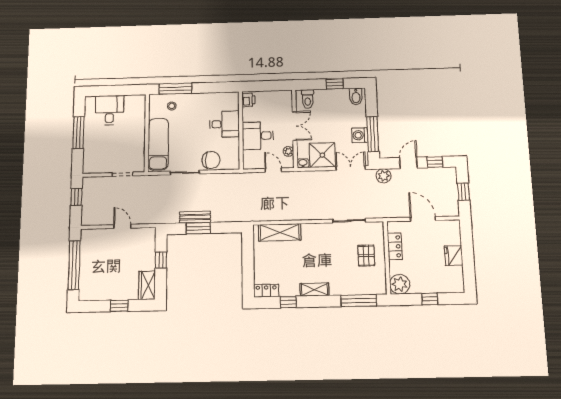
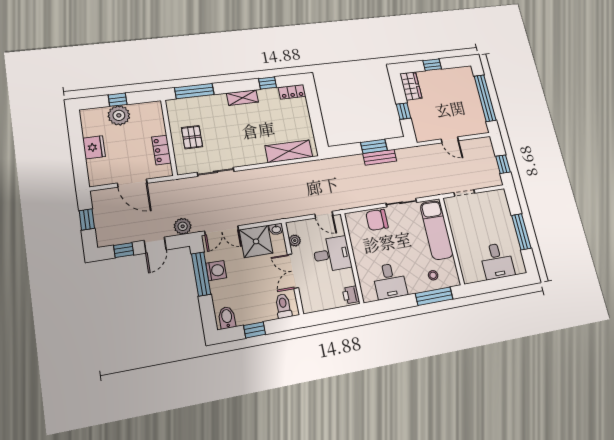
desk: (224, 124) -> (390, 281), moved, turned -90
door: (273, 170) -> (324, 215), moved
plant: (400, 284) -> (119, 115), moved

